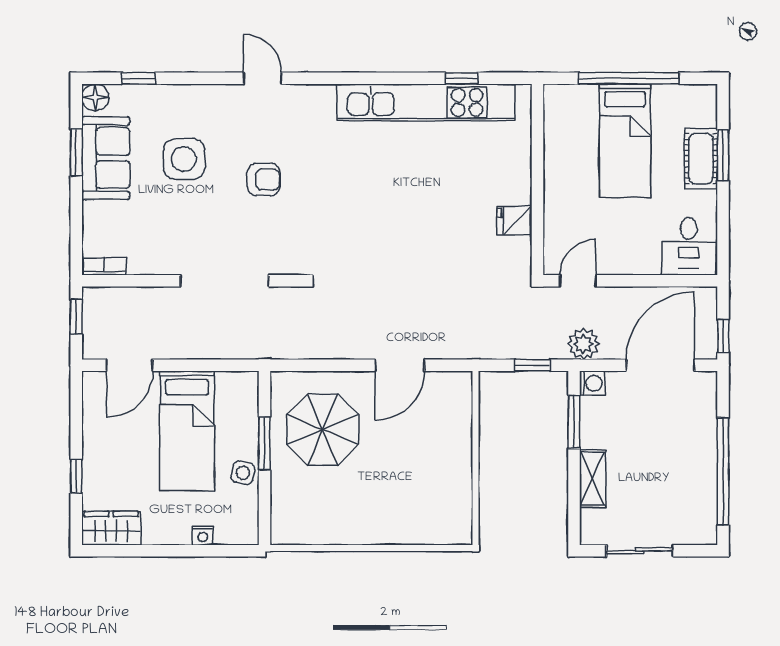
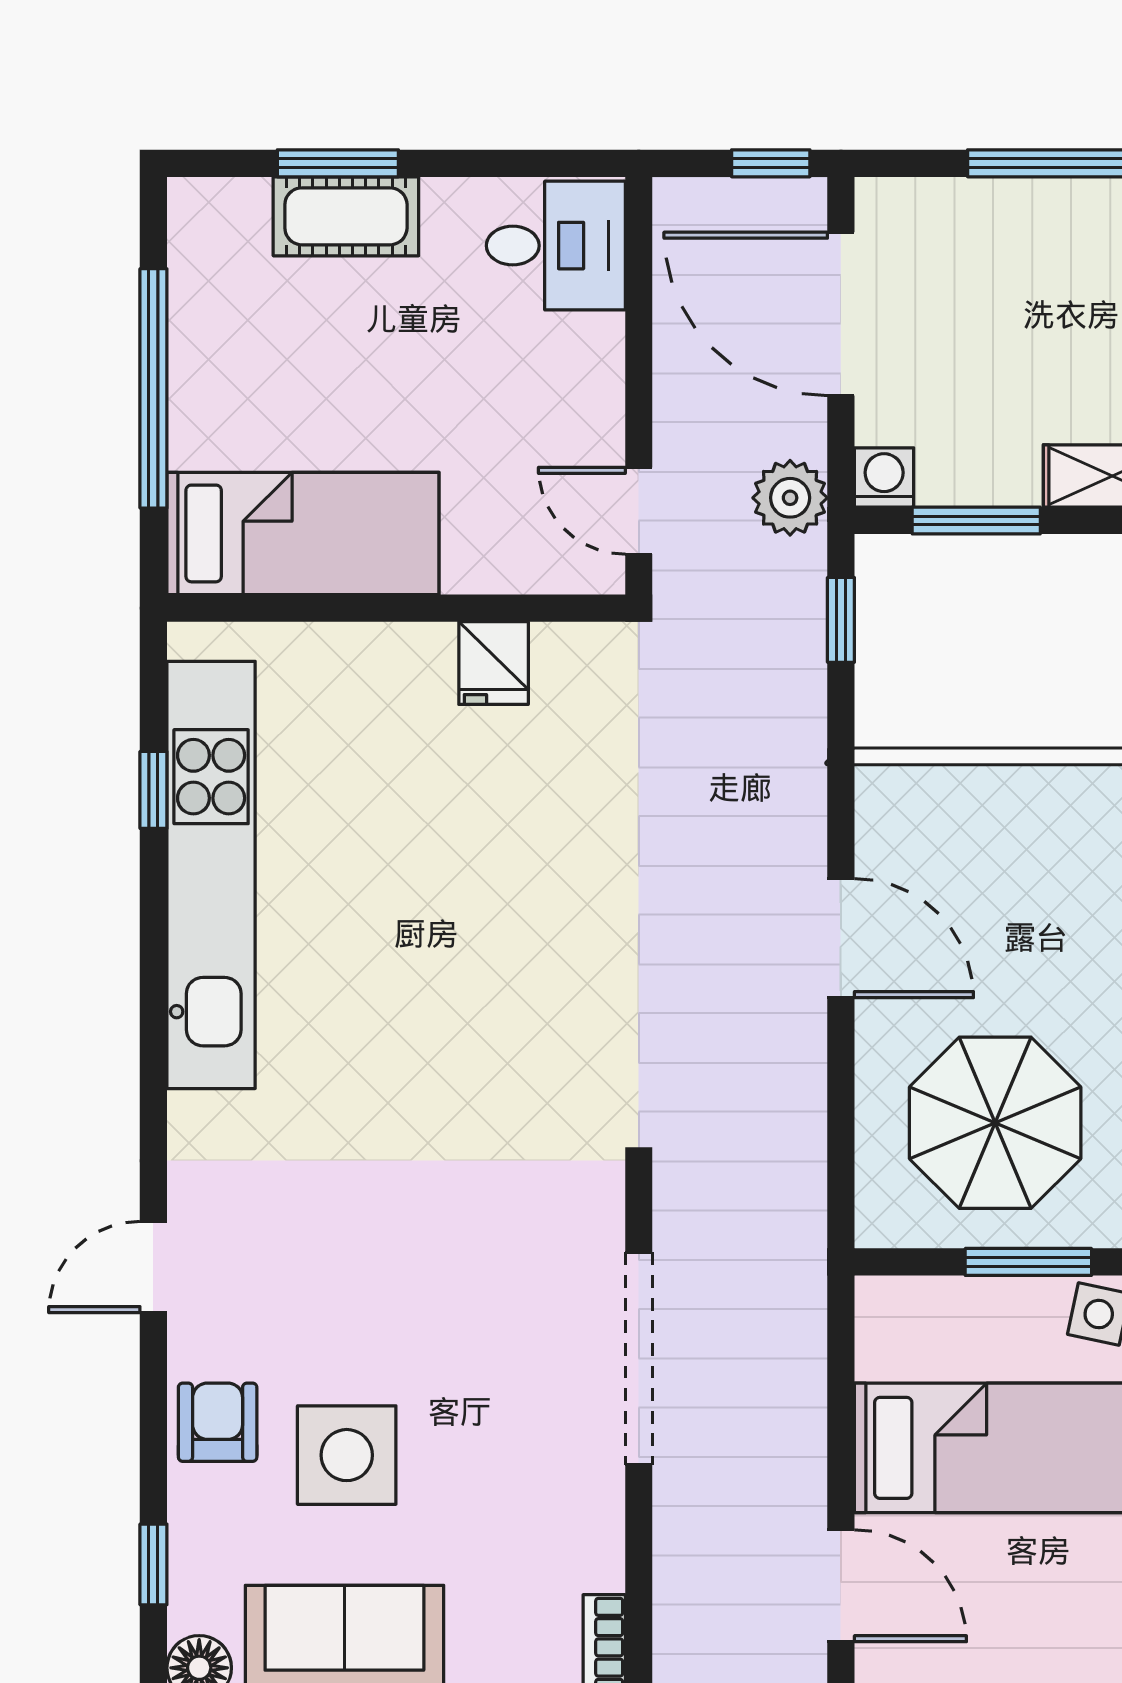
bed: (625, 141) -> (303, 533), moved
armchair: (264, 179) -> (218, 1422), moved

